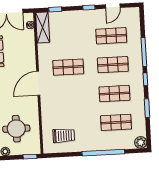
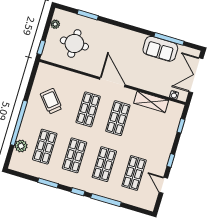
shelving: (43, 27) -> (151, 102), moved
shop shelf: (70, 96) -> (88, 109), added
trolley: (64, 136) -> (51, 101), moved, turned 140
plant: (141, 142) -> (21, 146), moved

